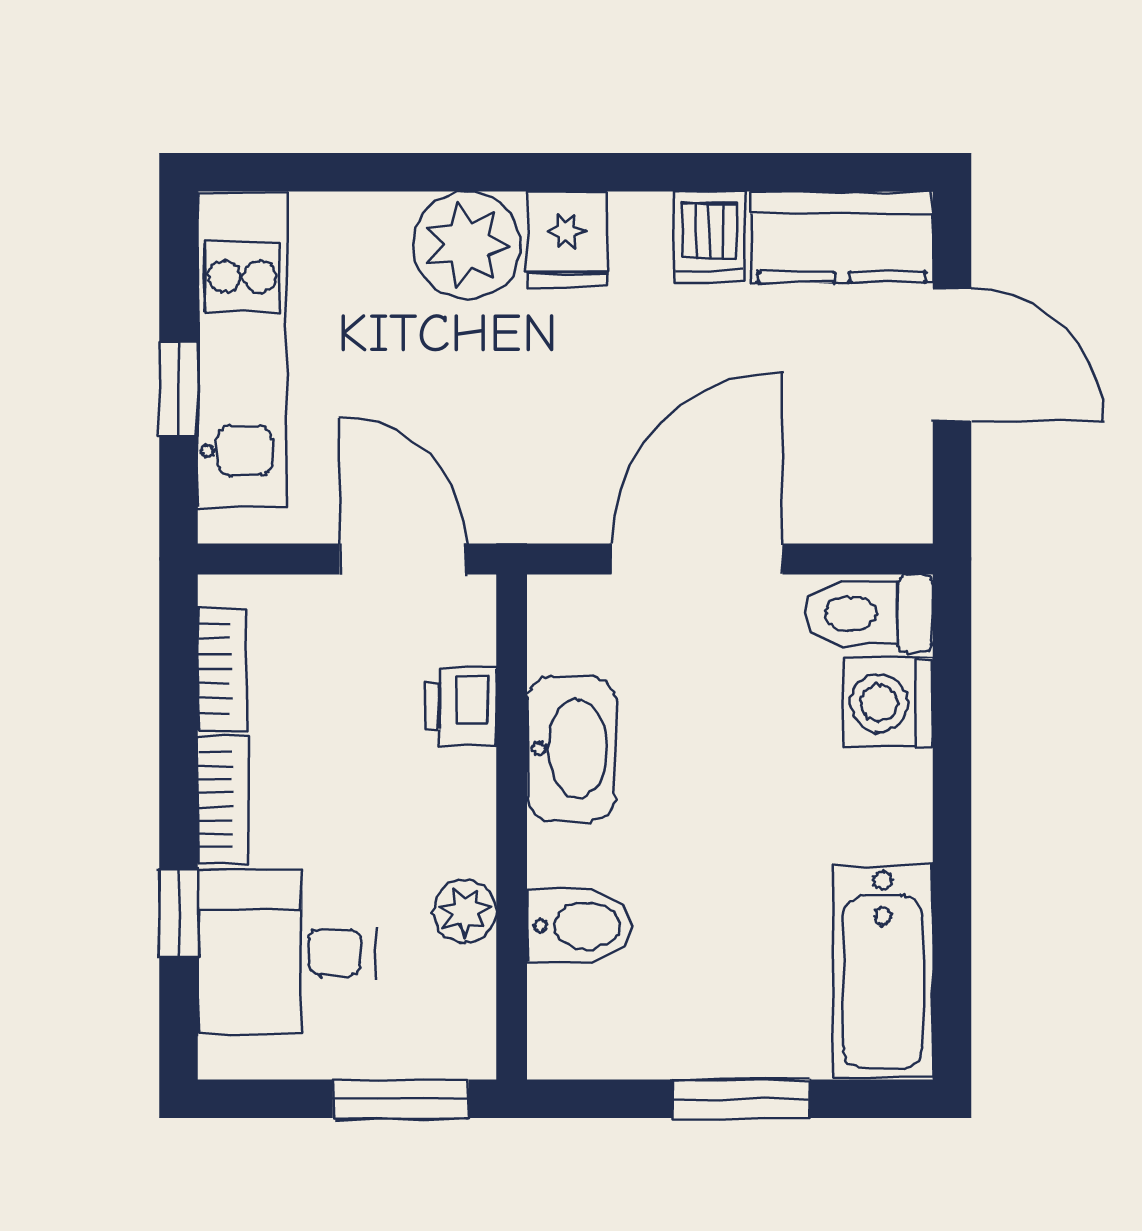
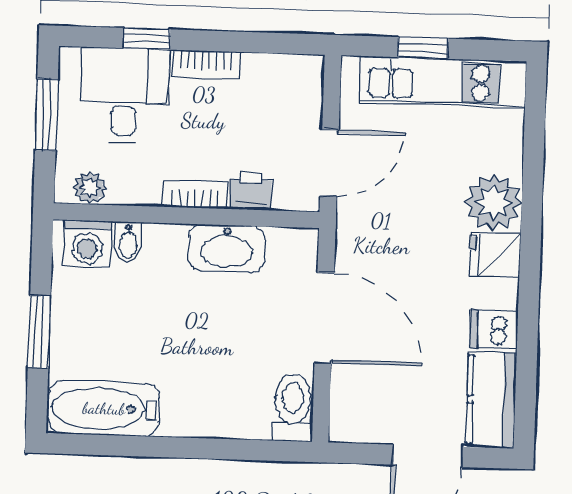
bookcase: (222, 669) -> (195, 195), moved, turned 180
washing machine: (888, 703) -> (87, 244), moved, turned 180
plant: (465, 911) -> (90, 188), moved
bidet: (580, 926) -> (128, 242), width x0.72, depth x0.74
window: (401, 1099) -> (46, 115), moved

